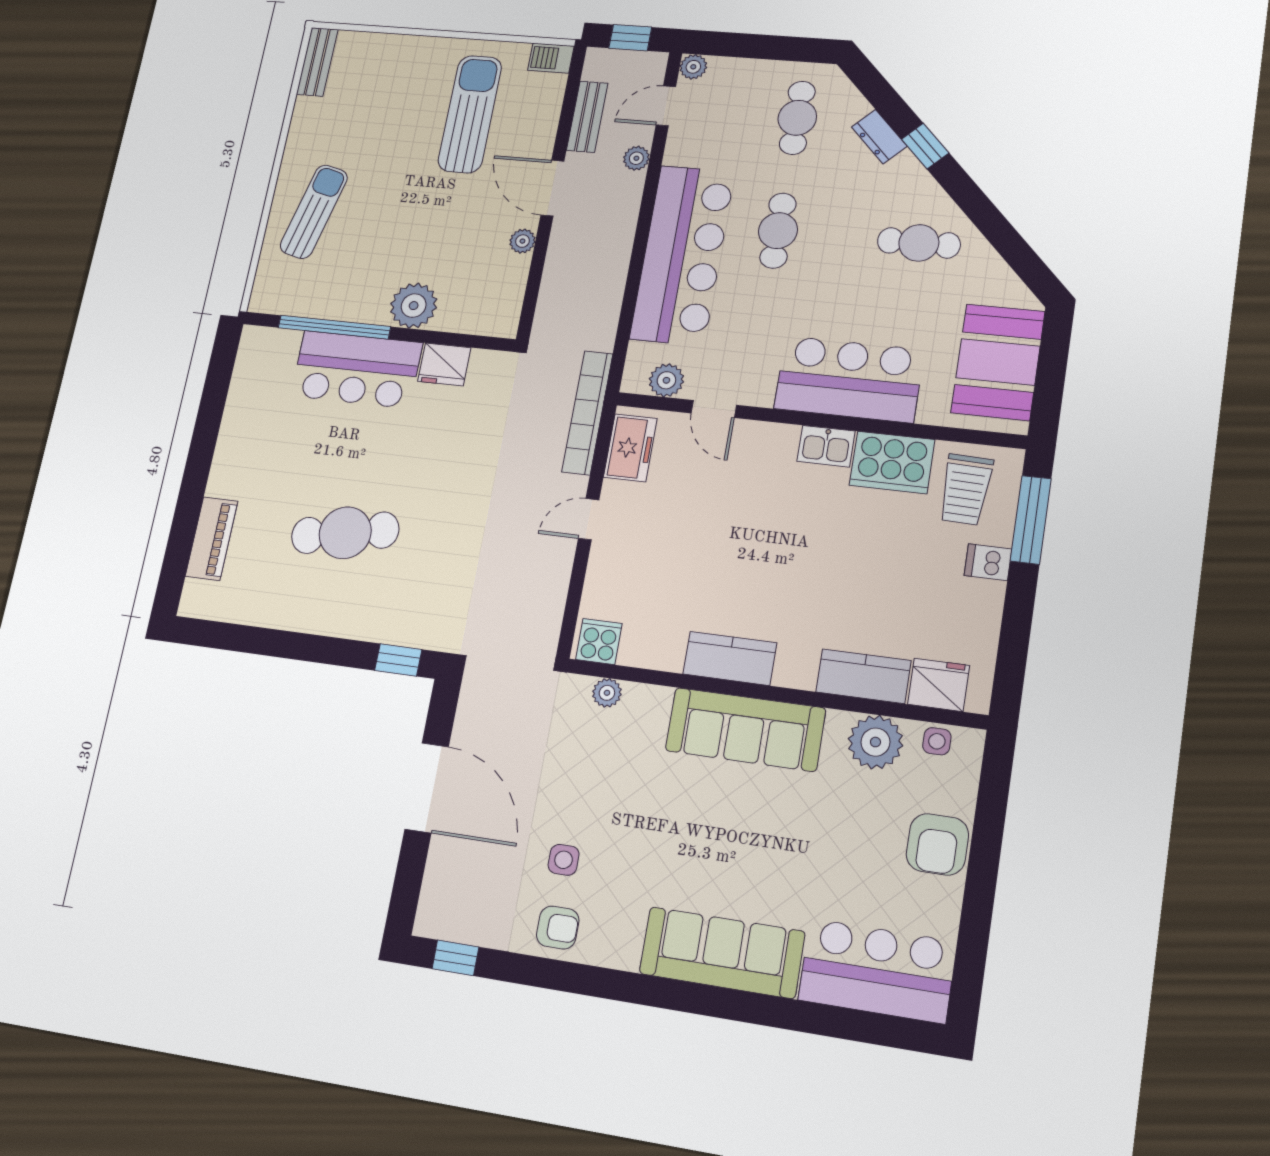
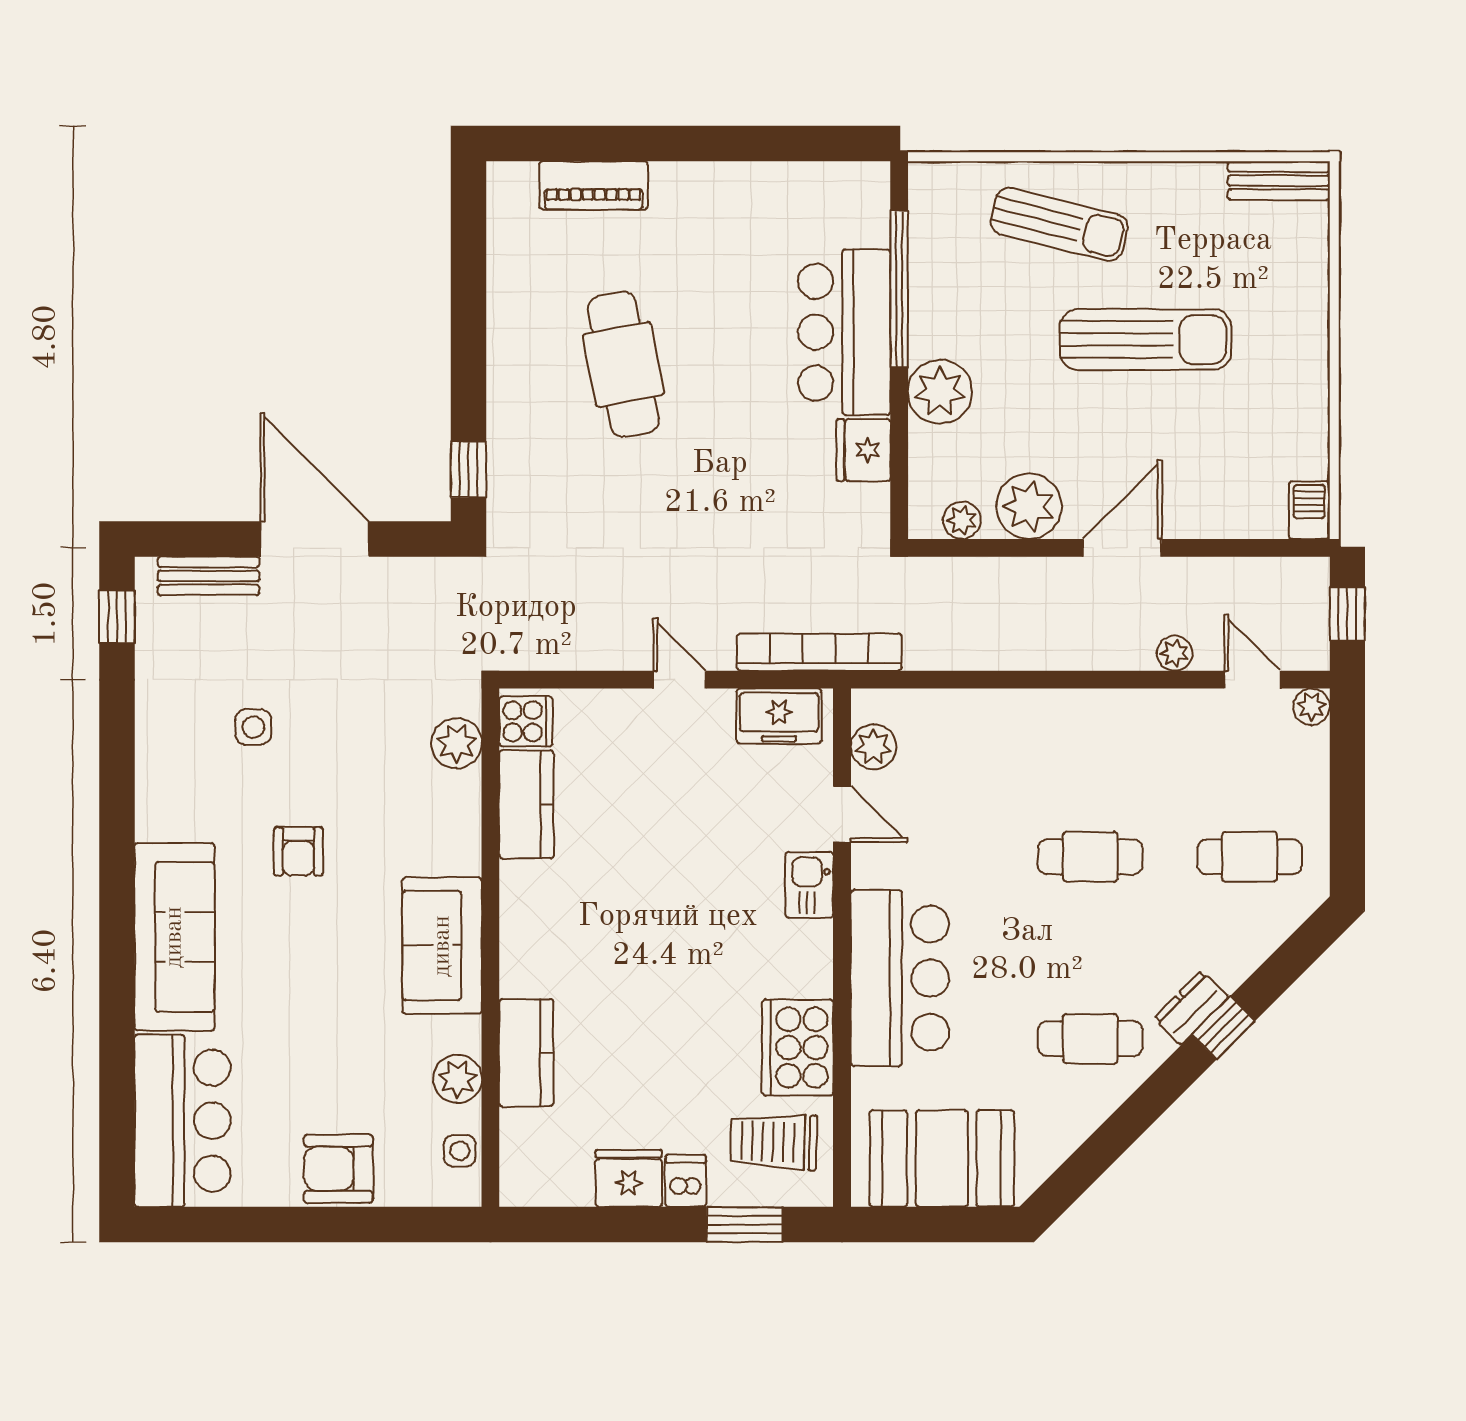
sun lounger: (470, 114) -> (1146, 340), moved
bench: (587, 117) -> (209, 576), moved
dresser: (879, 137) -> (1191, 1008), moved
plant: (522, 241) -> (1029, 506), width x1.87, depth x1.87
cafe table: (919, 243) -> (1090, 1039), turned 90
bar counter: (682, 255) -> (1045, 738), removed
plant: (510, 299) -> (962, 520), added
door: (714, 409) -> (842, 814), swing flipped
kitchen sink: (826, 446) -> (809, 885), moved
window: (1031, 520) -> (745, 1225), width x0.69
kitchen counter: (730, 658) -> (526, 804), moved
fridge: (939, 685) -> (629, 1178), moved, turned -90
plant: (607, 693) -> (456, 743), width x1.38, depth x1.38
sofa: (745, 729) -> (442, 946), width x0.73
plant: (875, 742) -> (457, 1079), width x0.73, depth x0.73
door: (427, 788) -> (315, 539), swing flipped
armchair: (558, 928) -> (298, 851), moved

